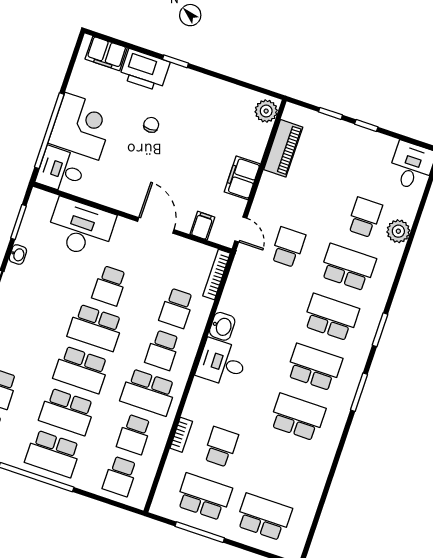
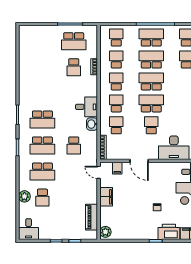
school desk: (288, 247) -> (74, 145), moved
school desk: (148, 392) -> (116, 81), width x0.54
school desk: (298, 417) -> (42, 93), removed
school desk: (264, 517) -> (42, 41), removed

